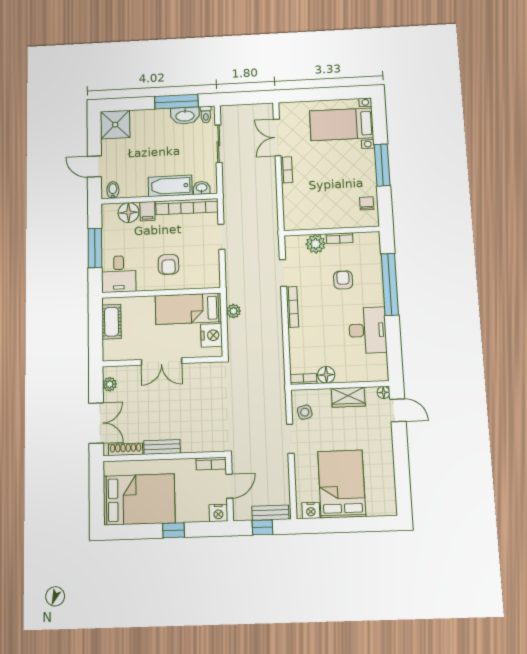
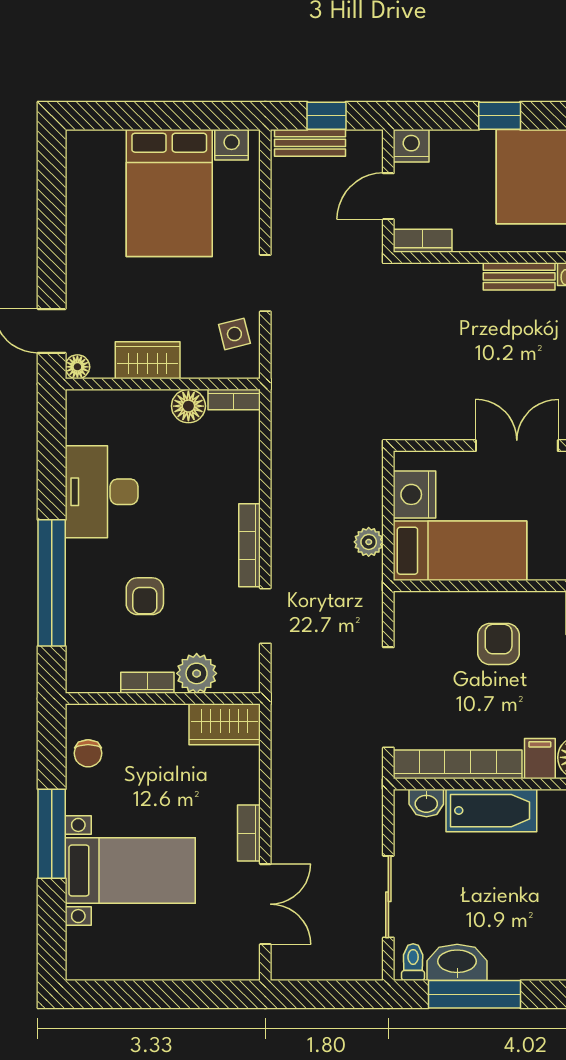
bed with nightstands: (342, 124) -> (130, 871), moved
wardrobe: (301, 220) -> (225, 724), added
doorway: (221, 237) -> (388, 697), width x1.88

